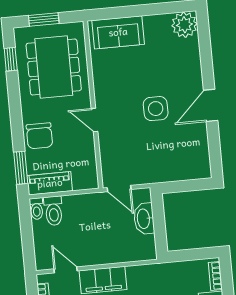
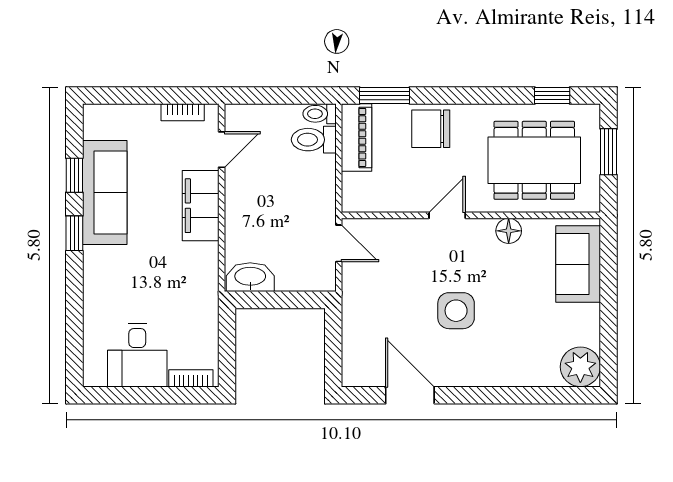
floor lamp: (101, 79) -> (509, 231), added
door: (211, 105) -> (410, 395), moved
door: (119, 188) -> (339, 243), swing flipped
washbasin: (144, 219) -> (250, 277), moved

